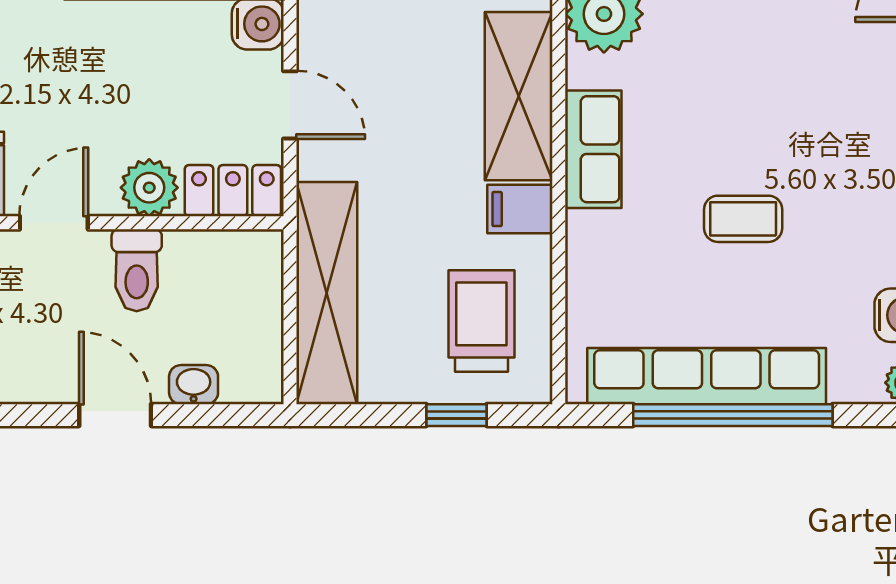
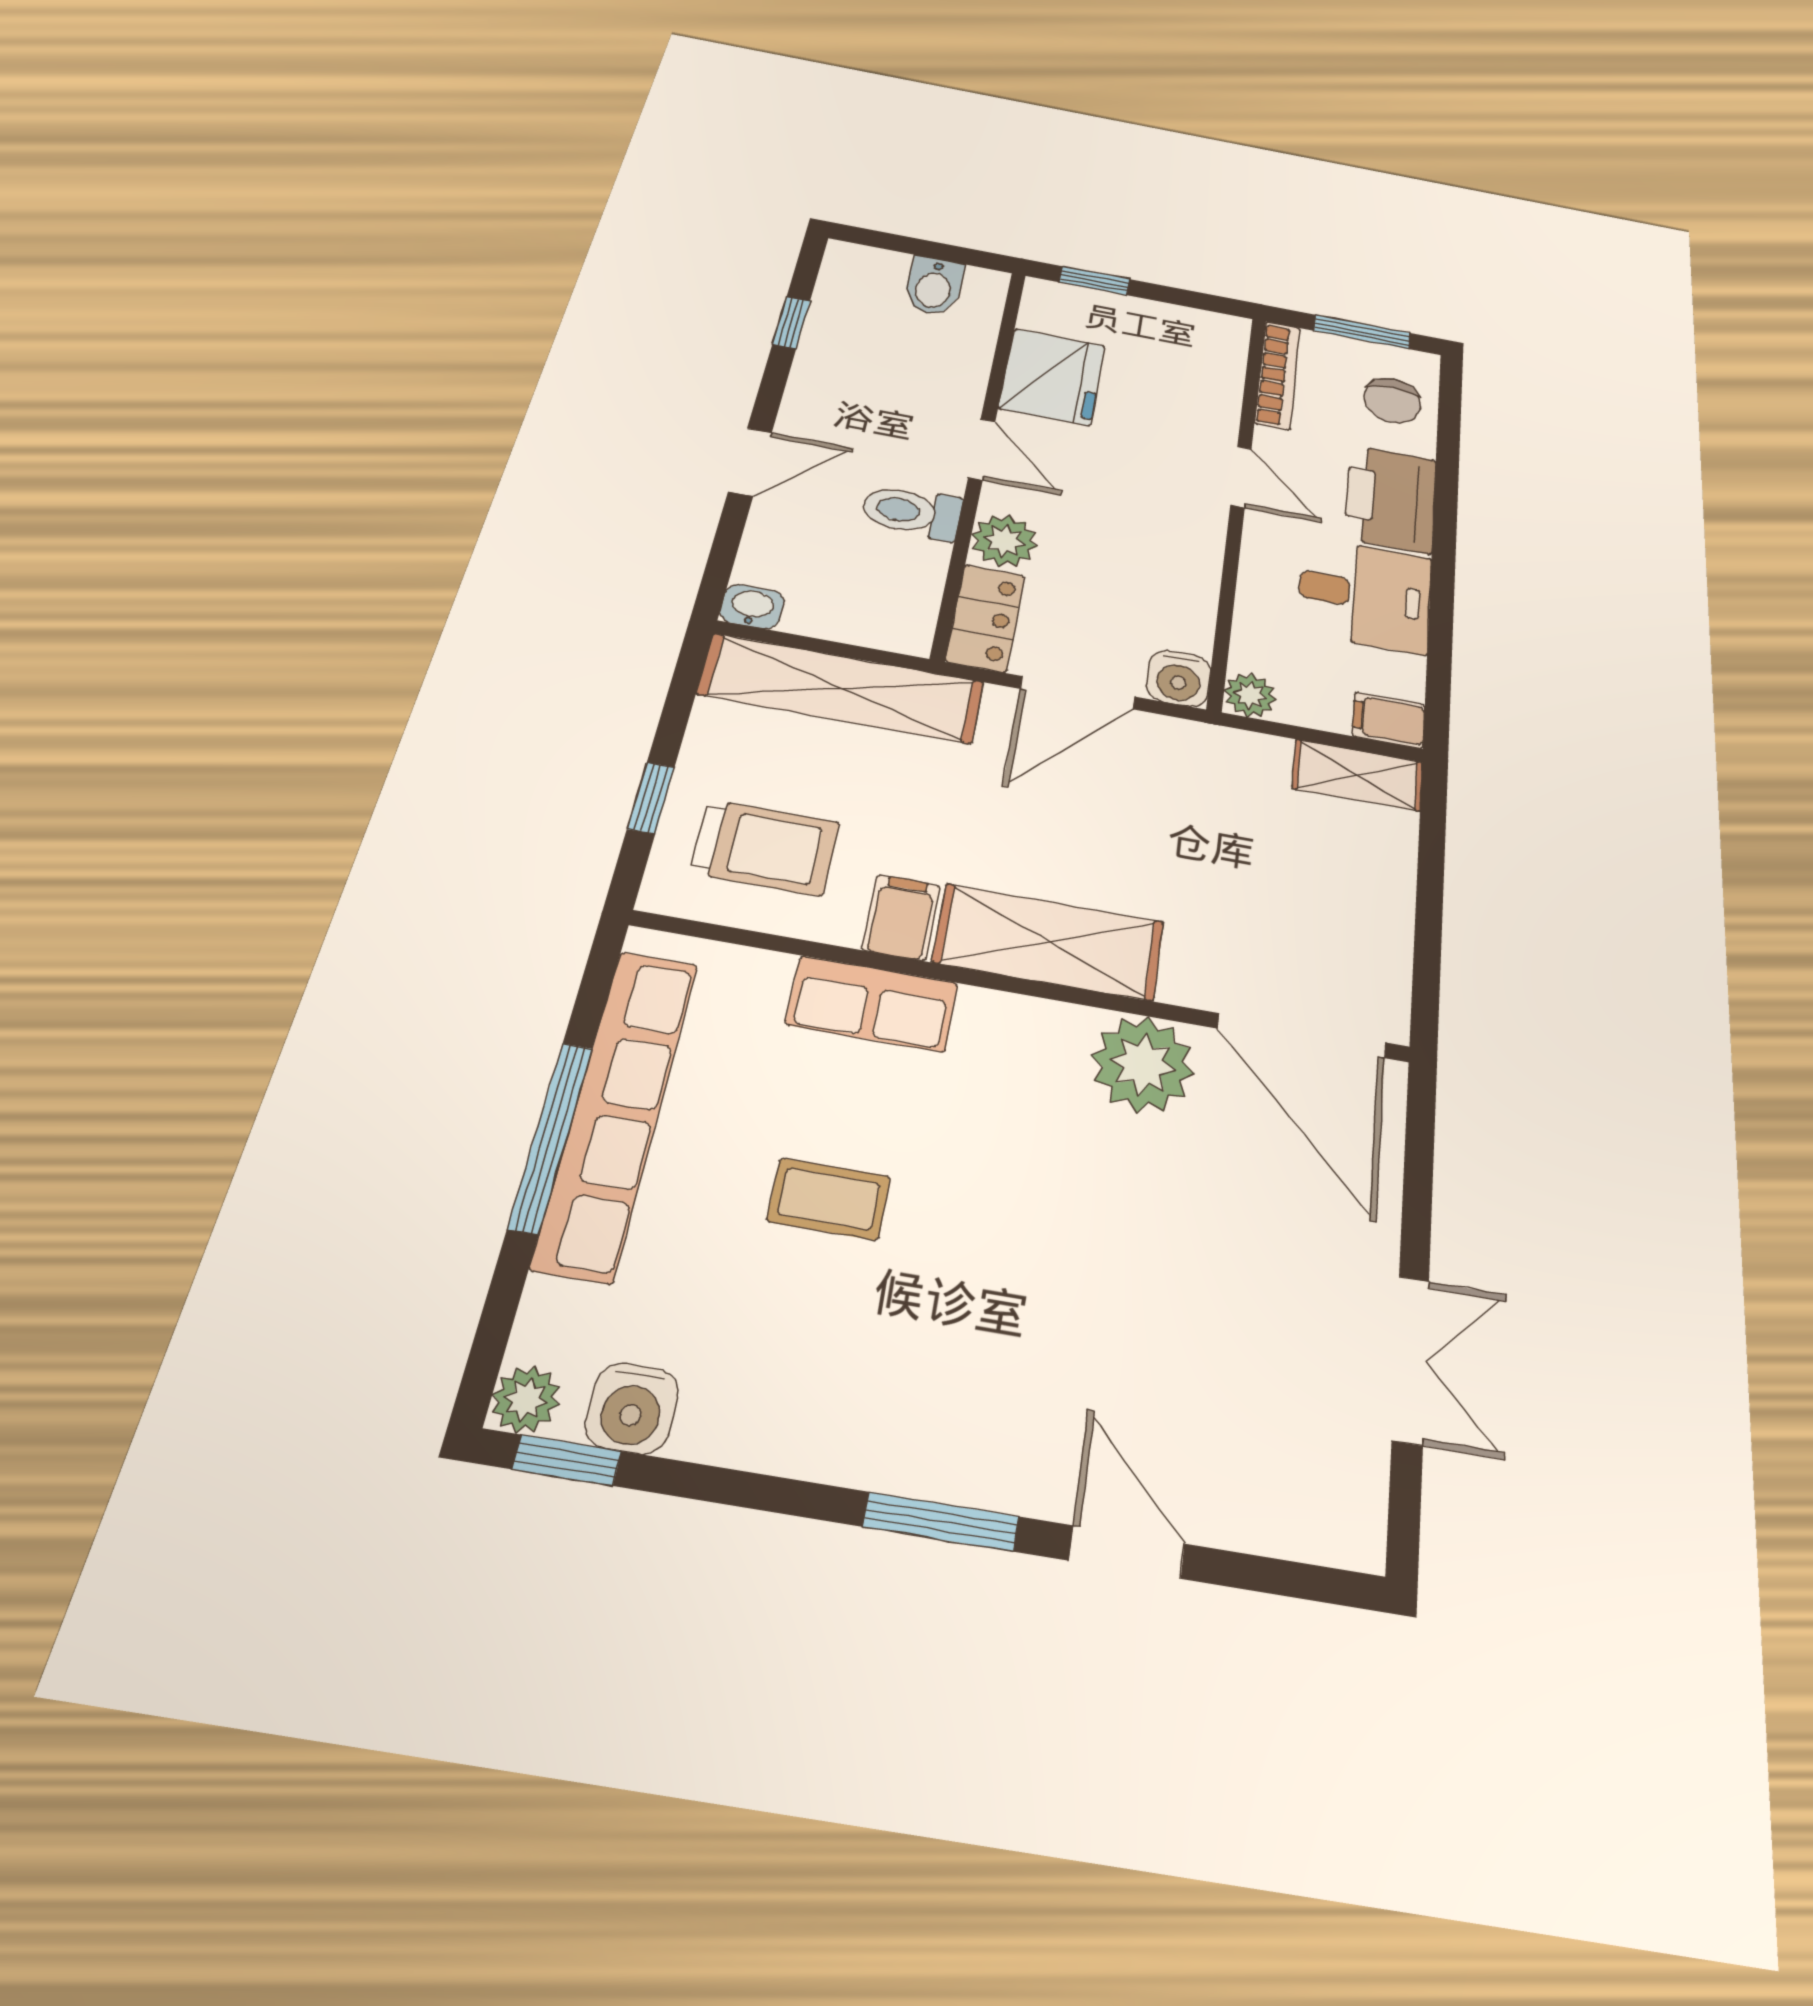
door: (290, 105) -> (1078, 693), width x1.38
row of seats: (593, 149) -> (872, 1004), moved
coffee table: (743, 219) -> (829, 1199), turned 90
washbasin: (194, 385) -> (752, 607), moved, turned -90
window: (733, 415) -> (551, 1137), width x0.68

